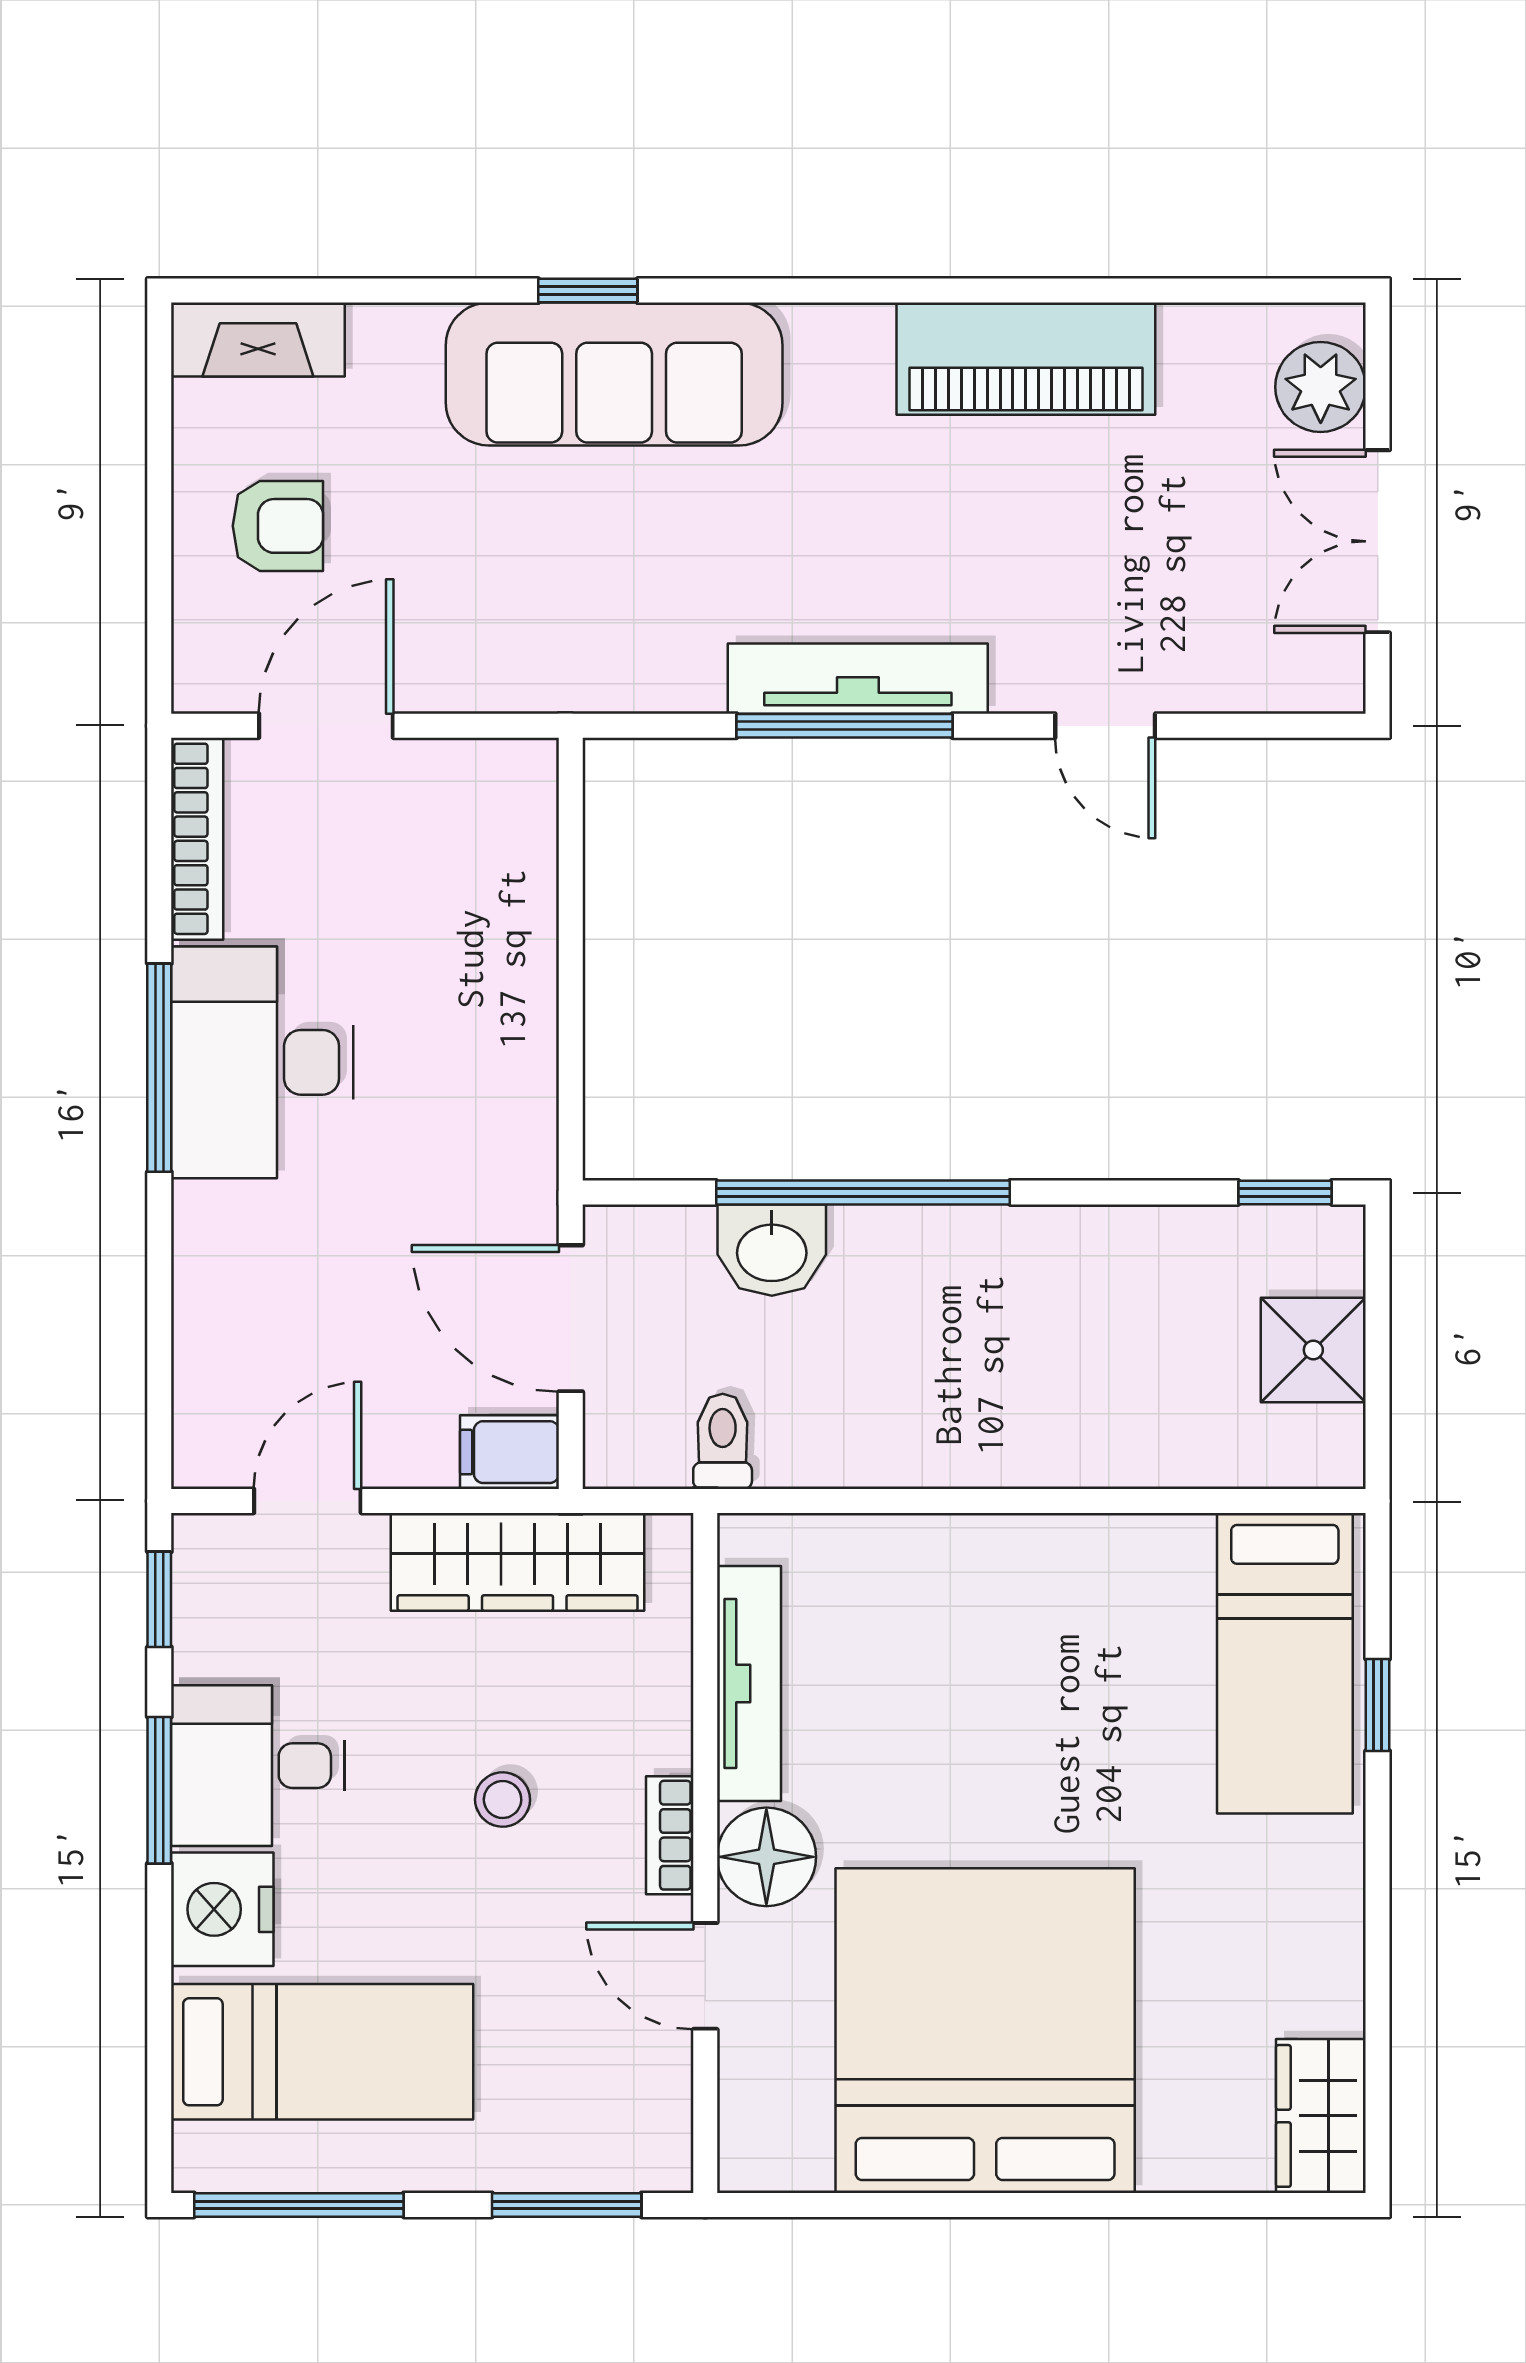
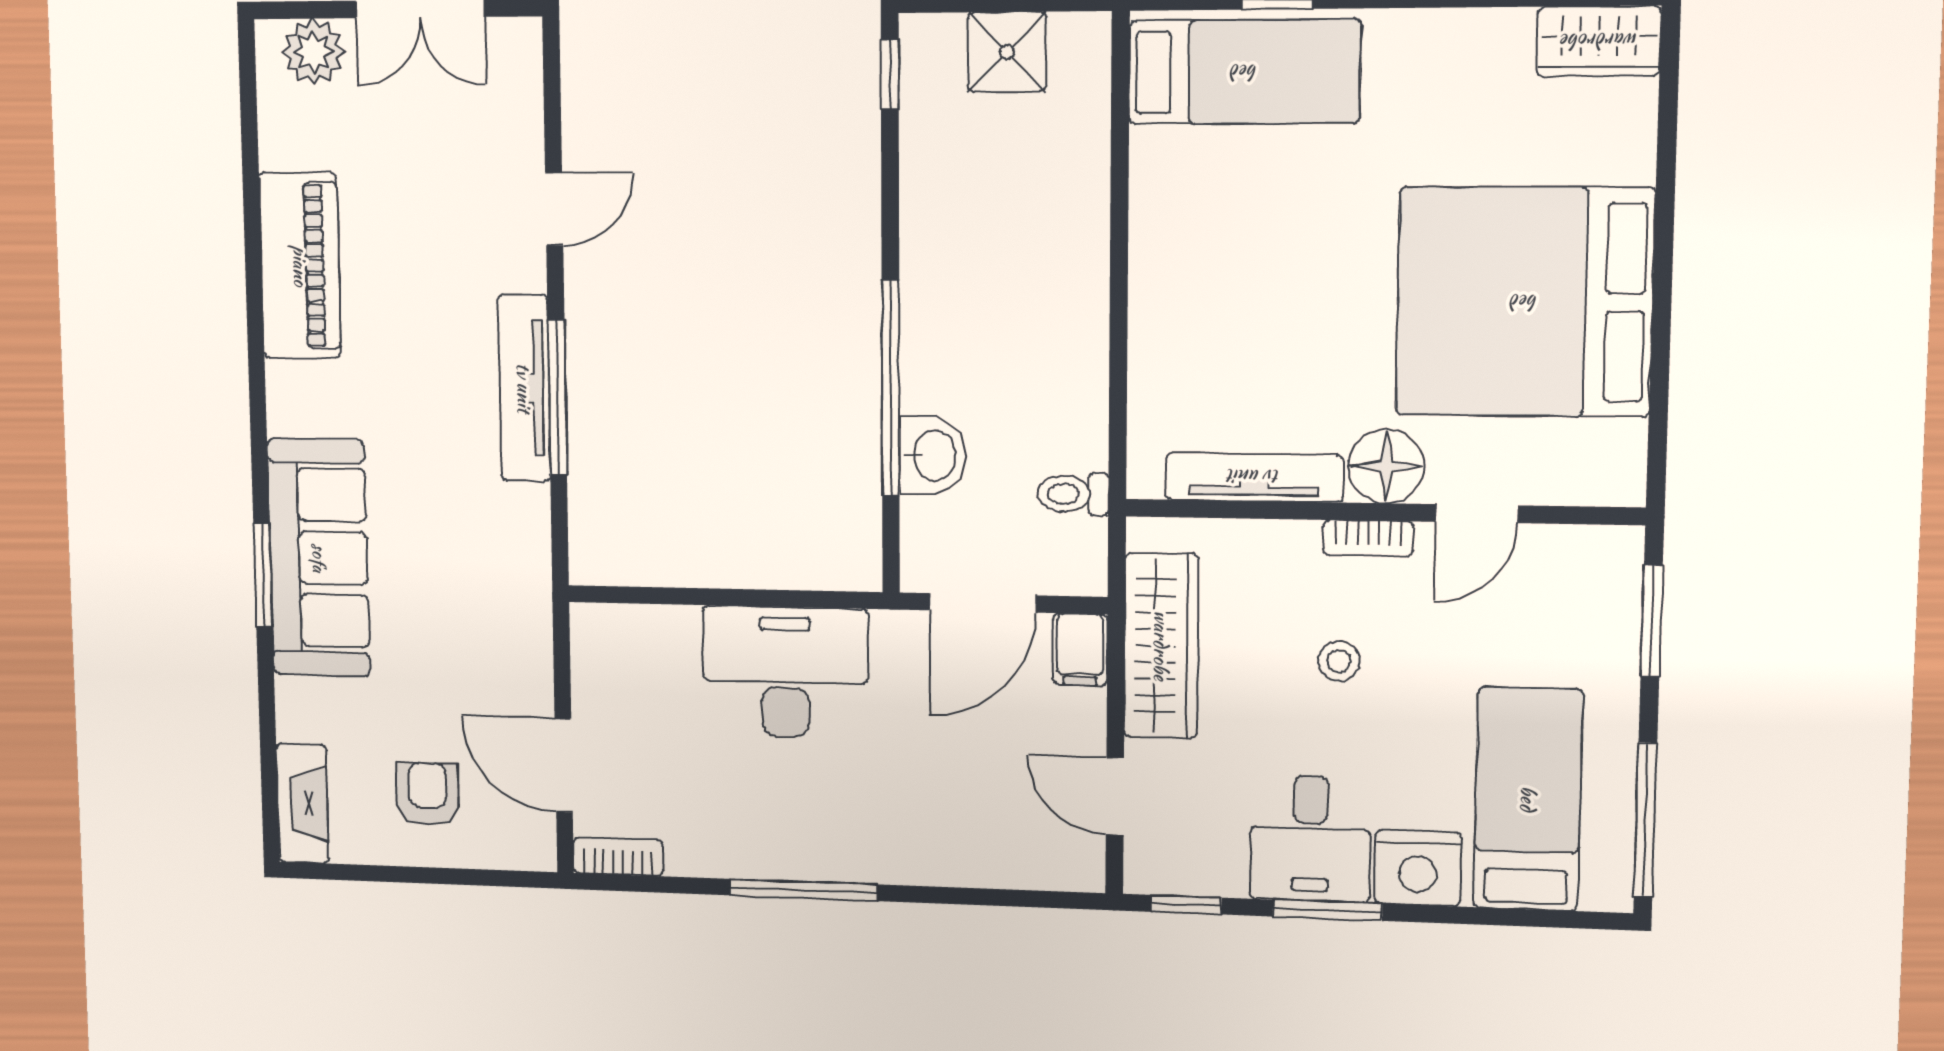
window: (588, 291) -> (263, 575), width x1.50
bookcase: (197, 839) -> (618, 857), width x0.64
desk: (262, 1062) -> (785, 672), moved, turned 180

